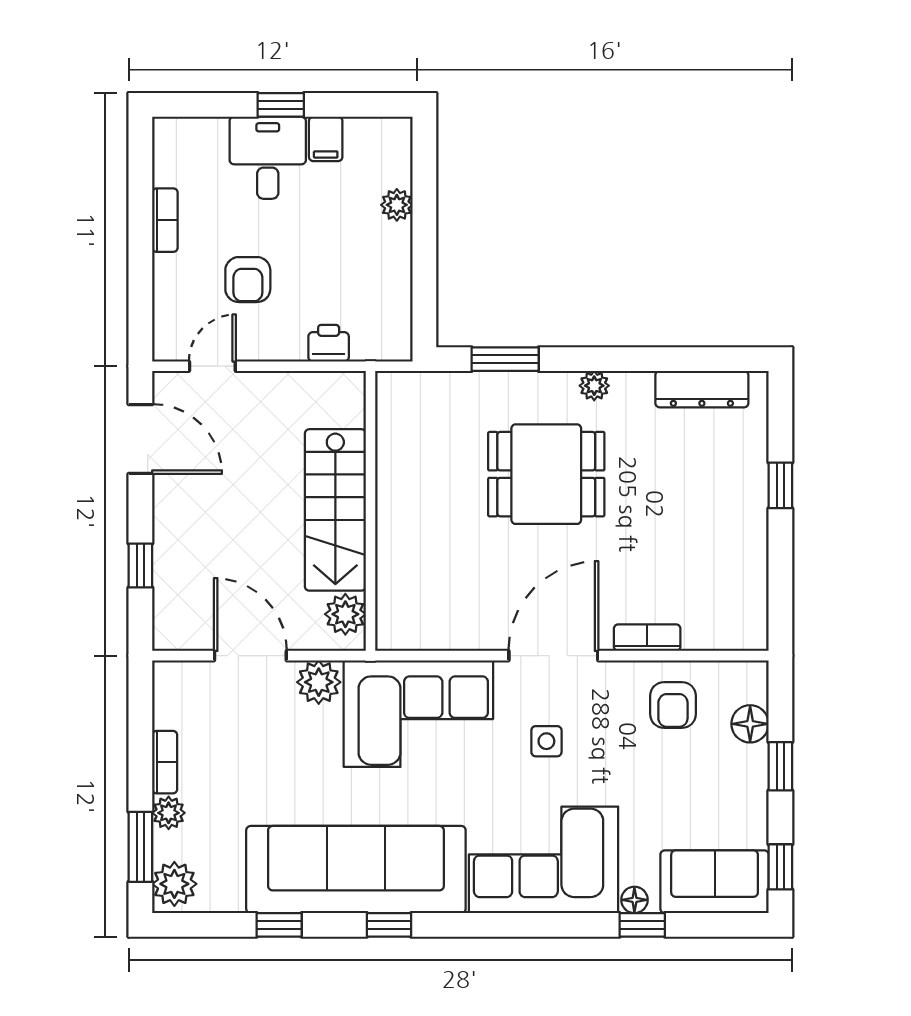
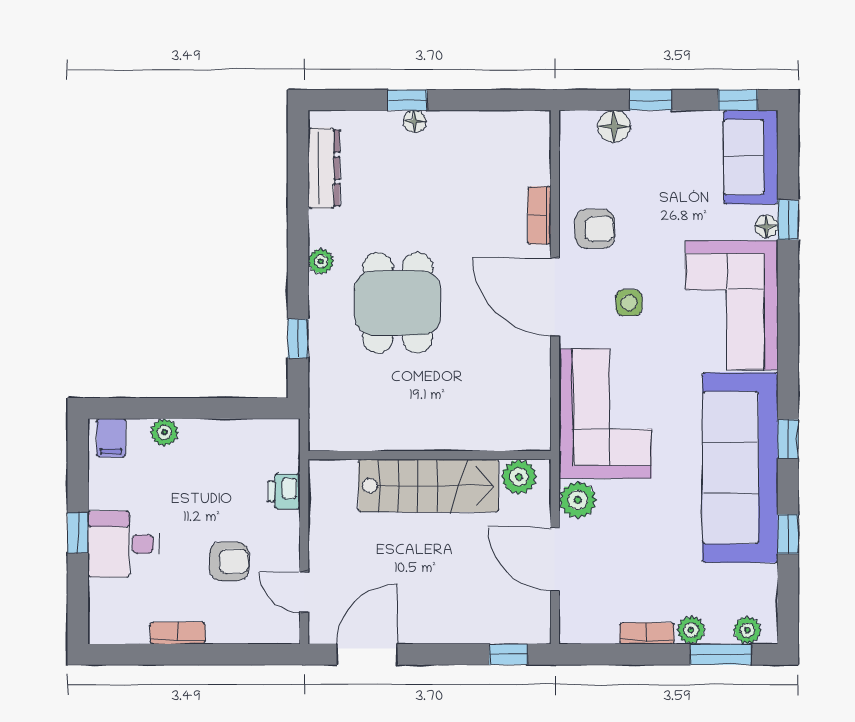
filing cabinet: (326, 139) -> (111, 438), moved, turned 90
window: (505, 359) -> (298, 338), width x0.67
floor lamp: (756, 494) -> (415, 121), added
window: (140, 566) -> (508, 654), moved
door: (250, 656) -> (555, 559), hinge flipped
armchair: (673, 705) -> (595, 229), moved
plant: (174, 884) -> (747, 630), width x0.73, depth x0.73

